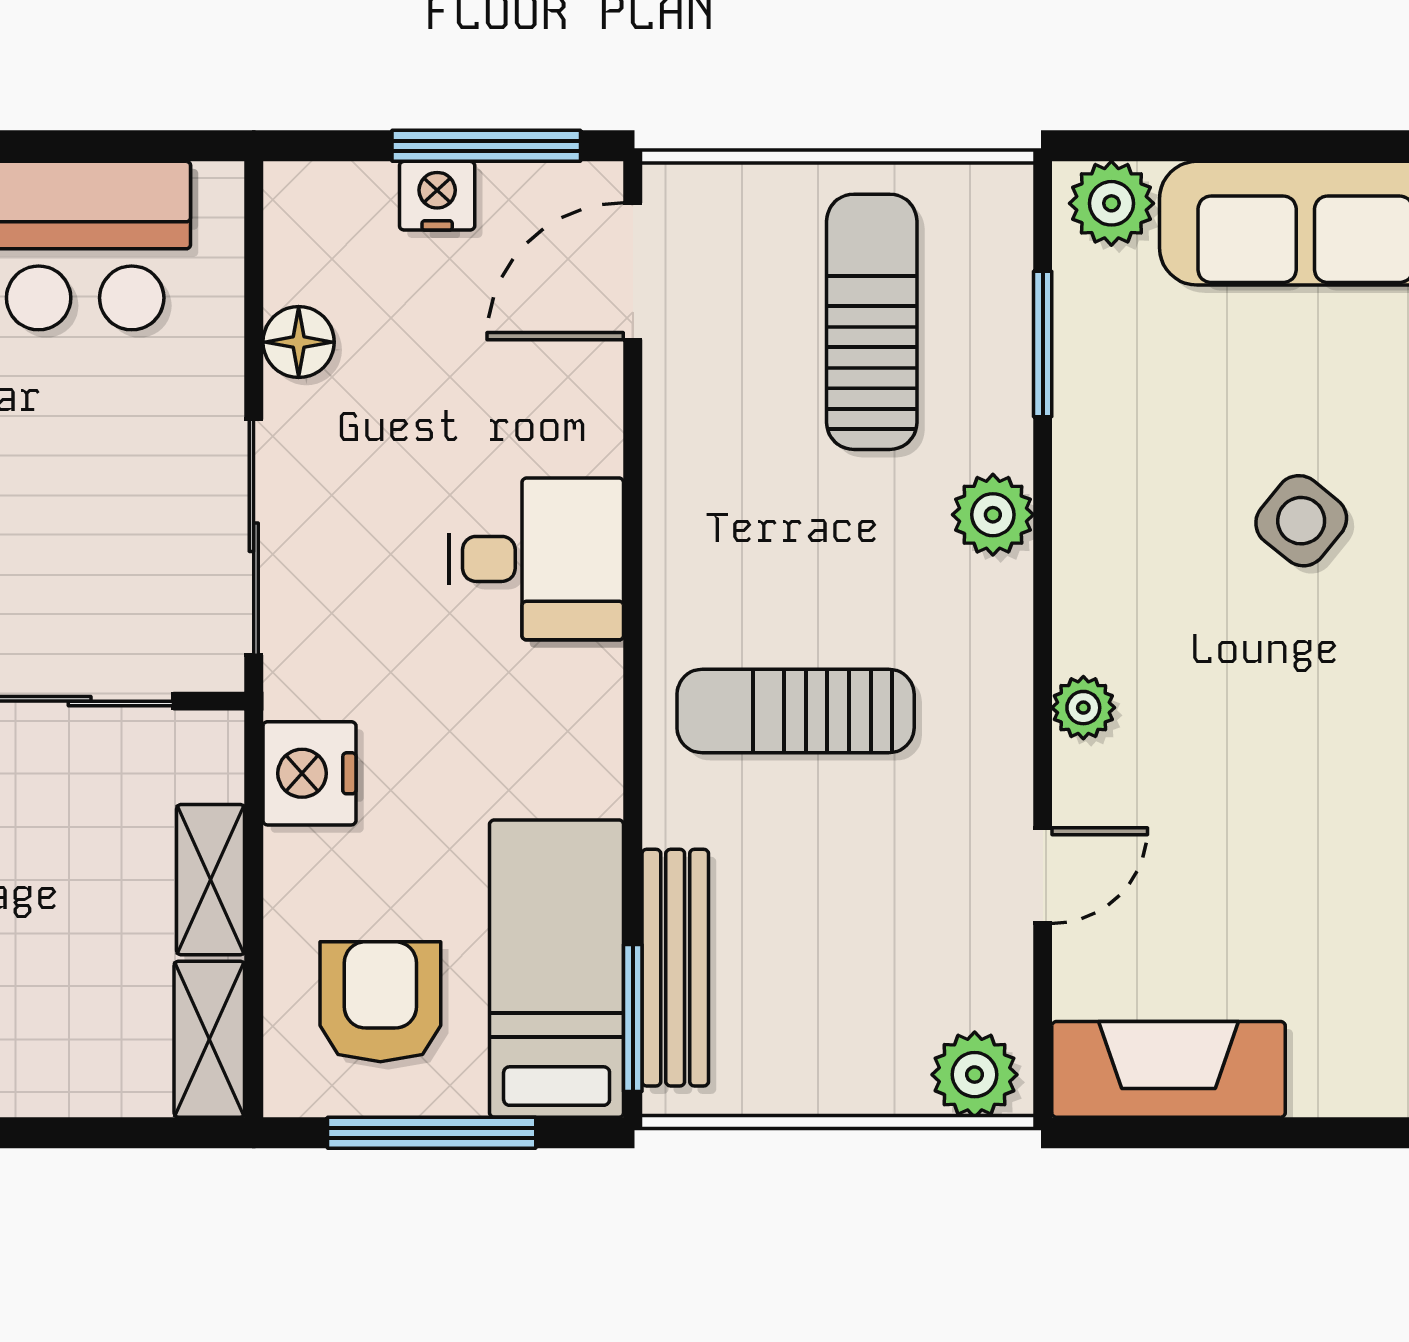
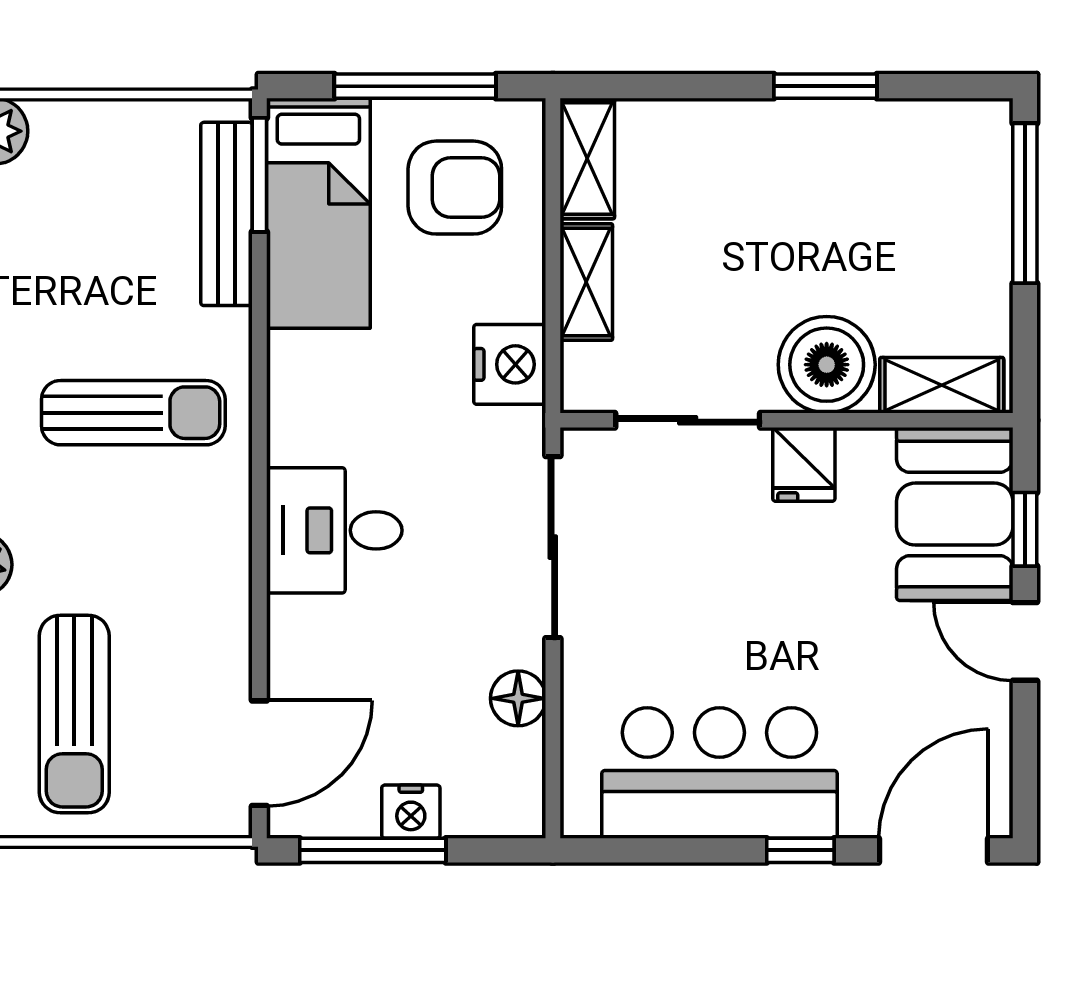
armchair: (380, 1002) -> (455, 188), turned -90

